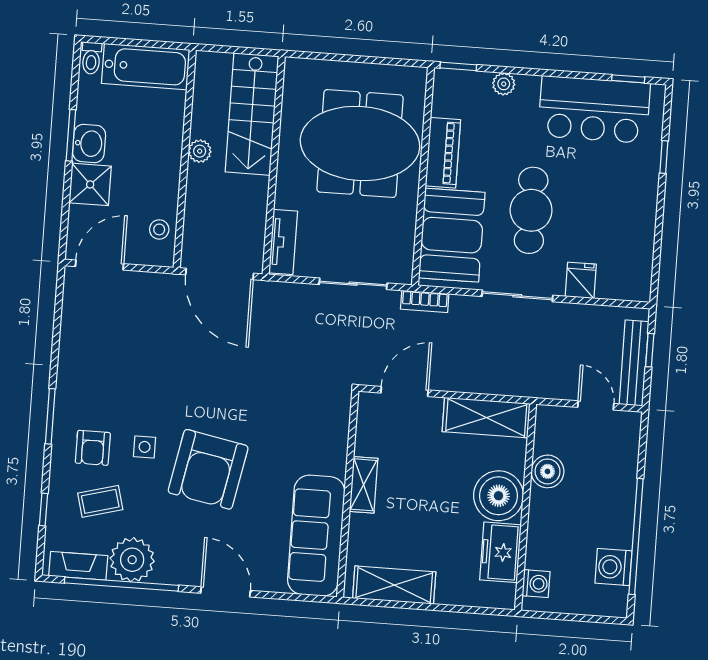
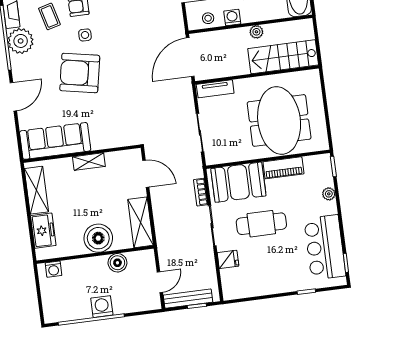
washing machine: (166, 188) -> (232, 17), added
bookcase: (425, 301) -> (201, 192), moved
freezer: (500, 552) -> (43, 231), moved, turned 90
washing machine: (613, 567) -> (102, 307), moved

